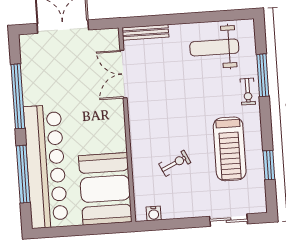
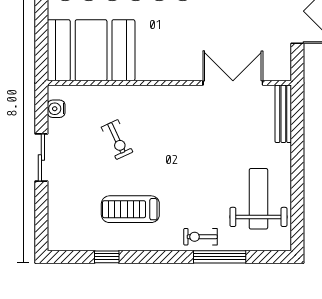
treadmill: (230, 149) -> (130, 209), width x0.73, depth x0.73
window: (269, 165) -> (107, 257), width x0.67
sliding door: (229, 220) -> (41, 157), moved

